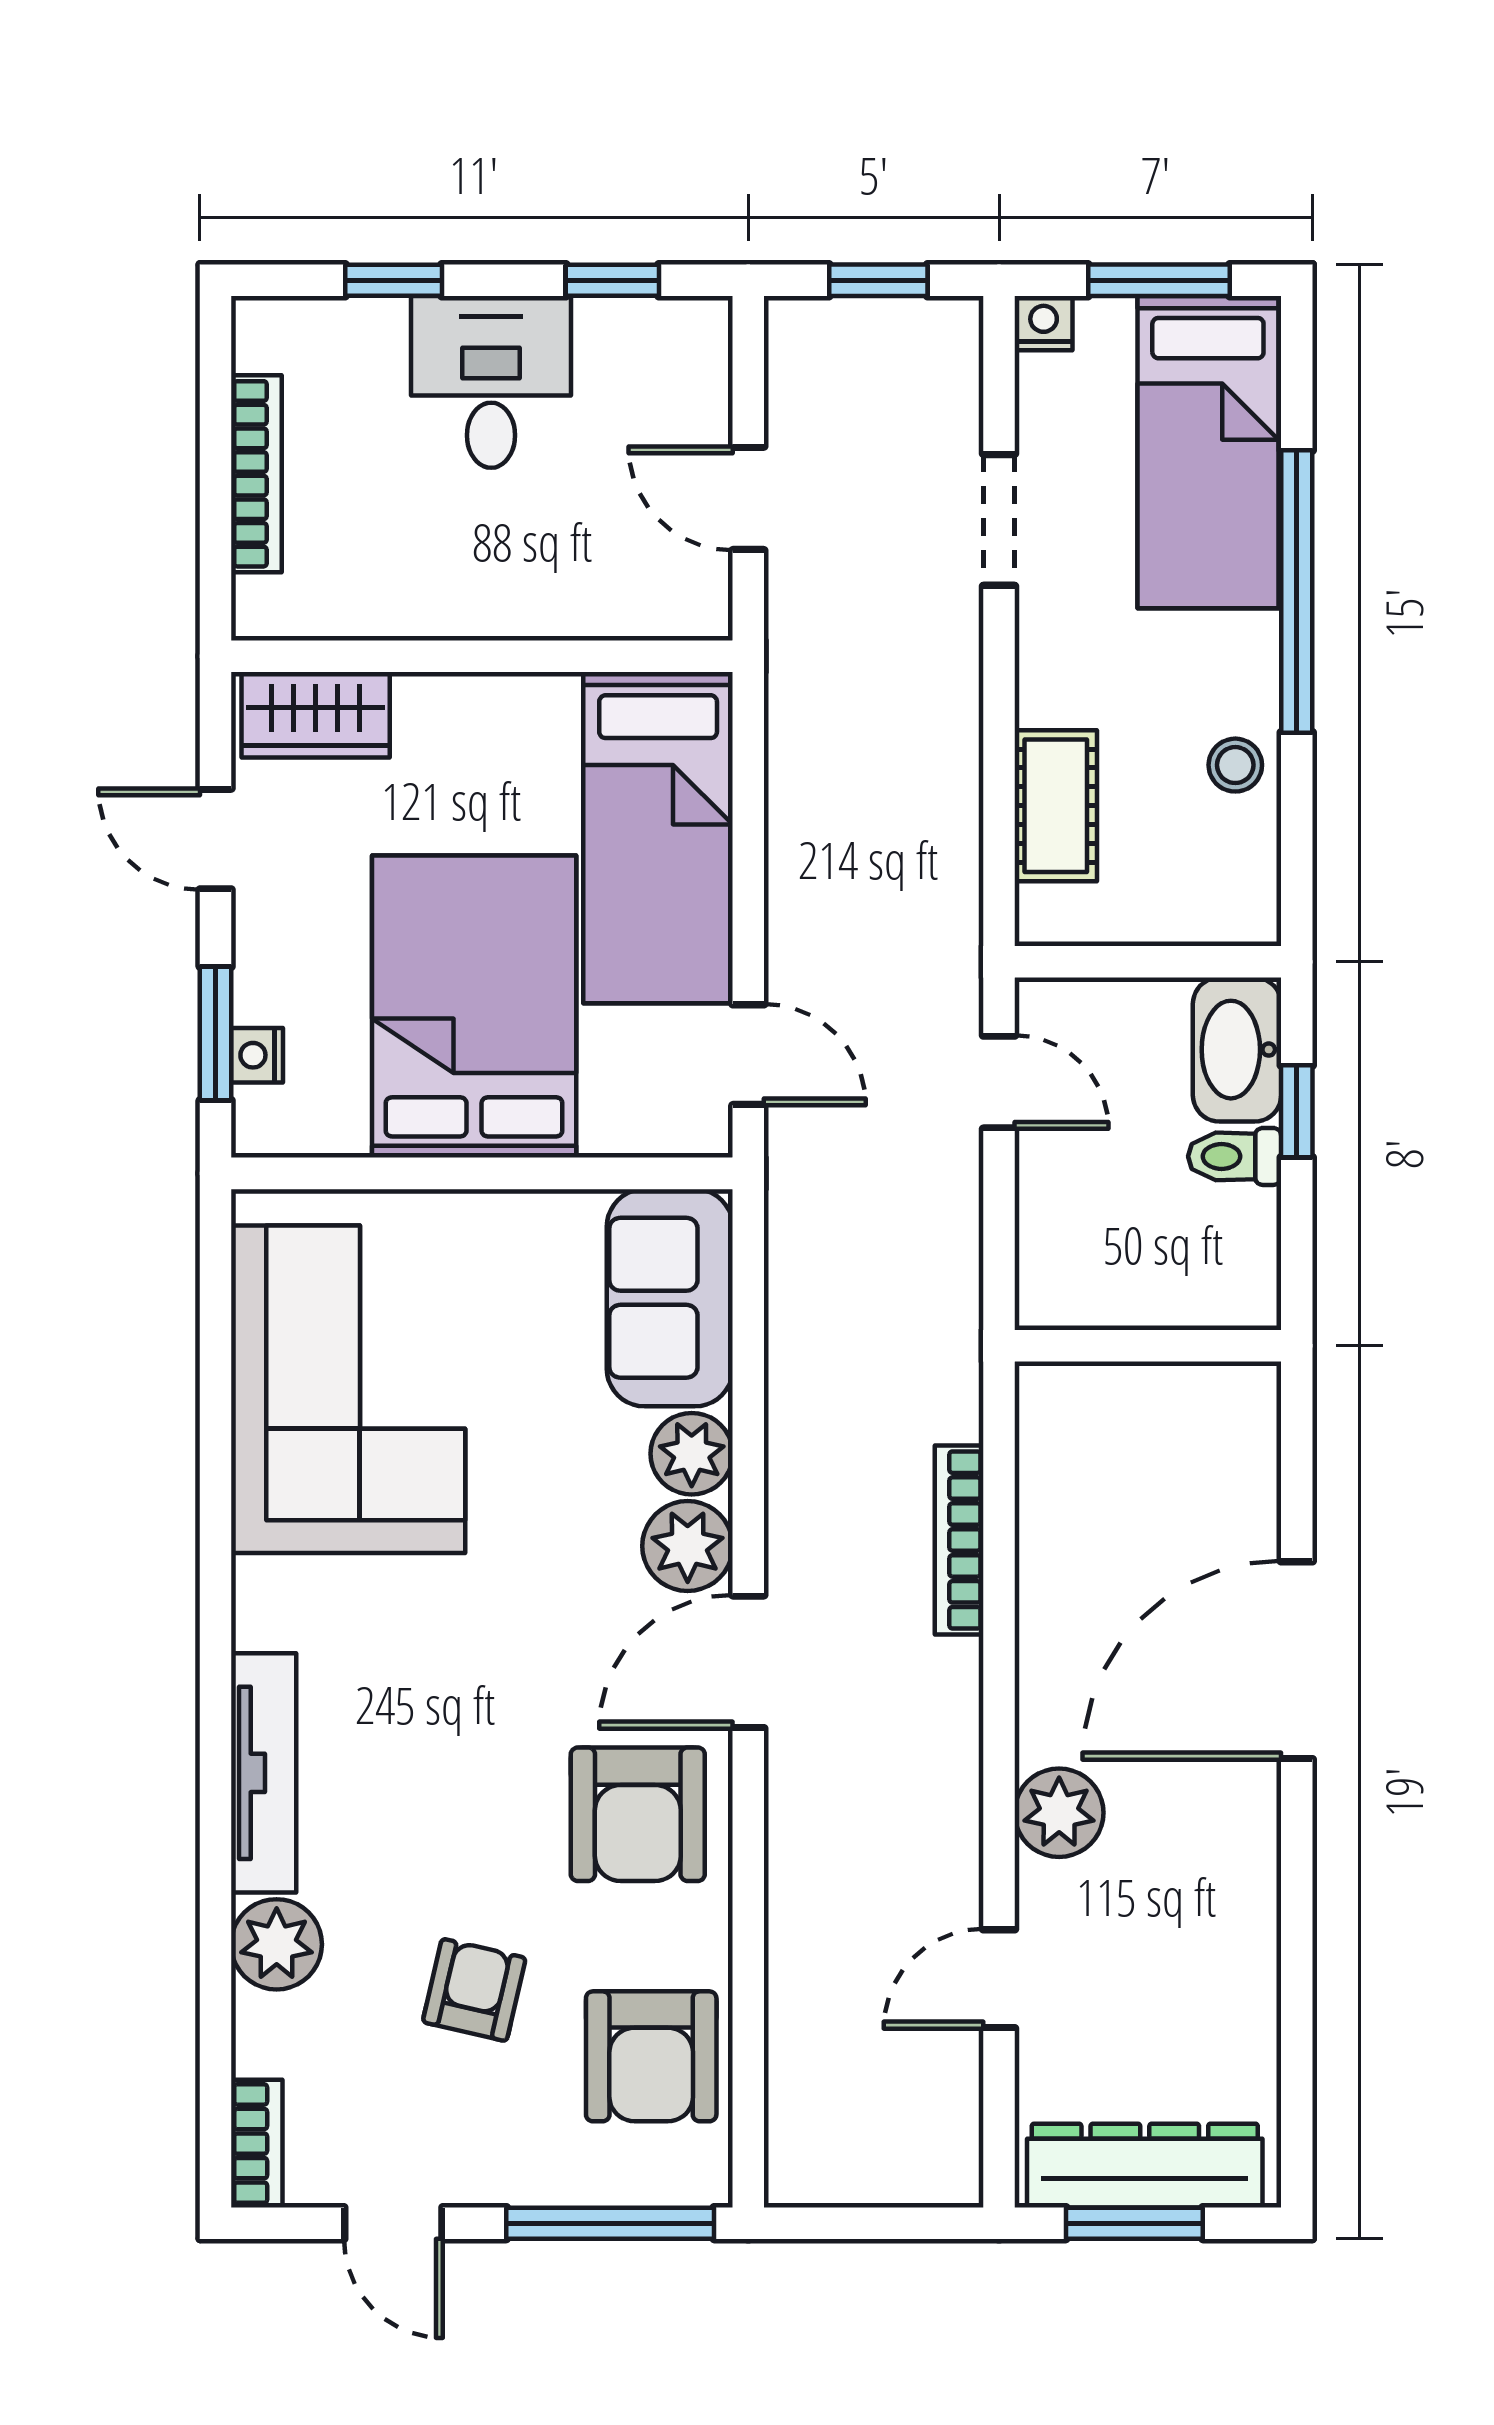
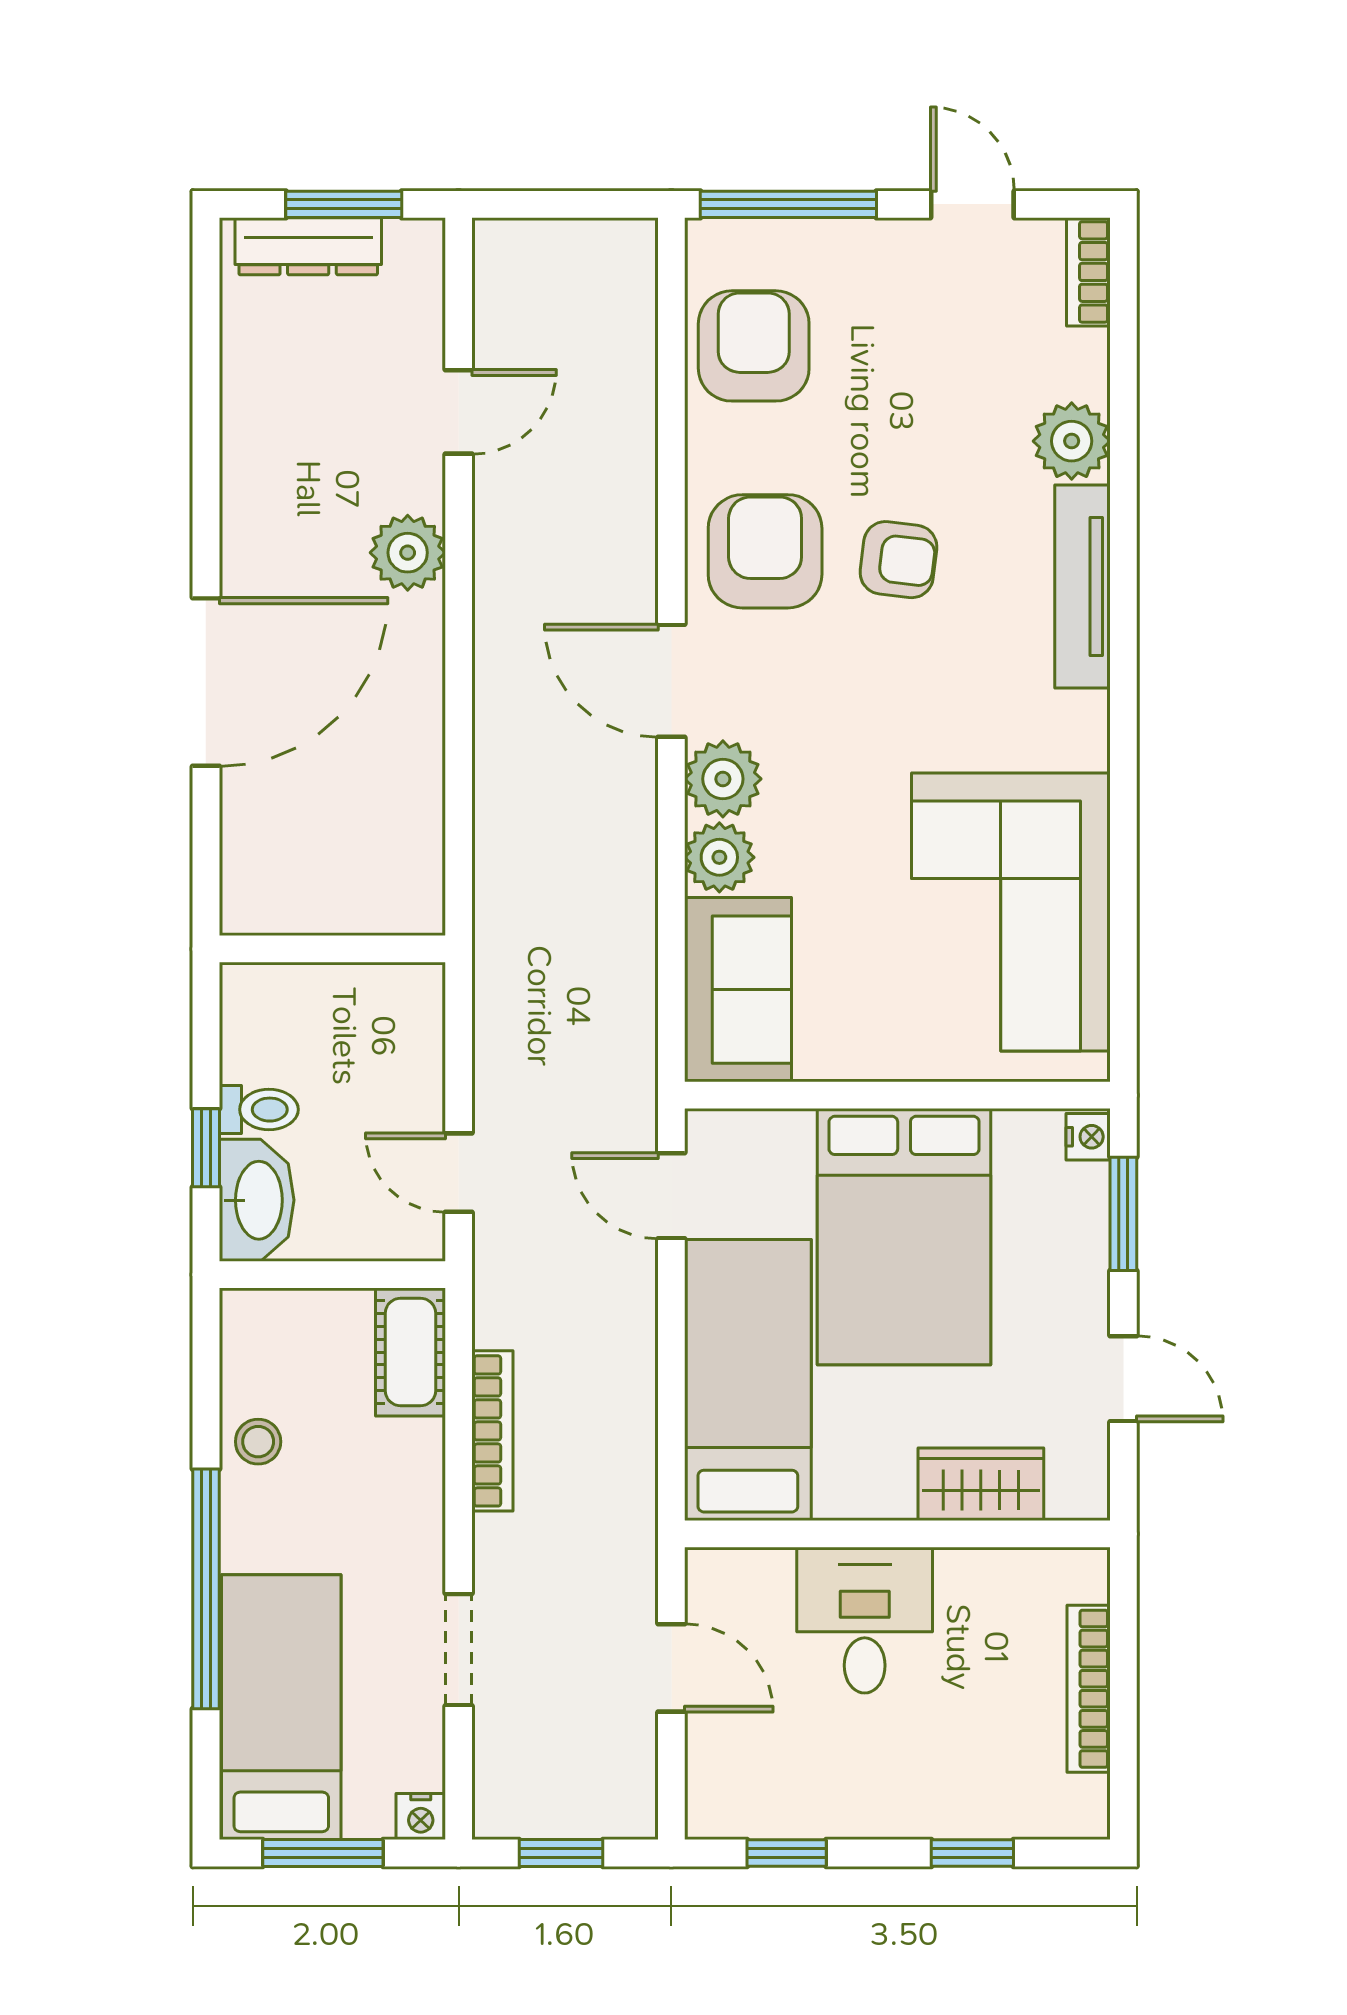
desk: (491, 382) -> (865, 1620), moved, turned 180
wardrobe: (316, 715) -> (981, 1484), moved
cot: (1056, 806) -> (410, 1352), moved
nightstand: (257, 1055) -> (1088, 1137), moved
bookcase: (959, 1540) -> (492, 1431), moved
door: (748, 1662) -> (671, 681), swing flipped
armchair: (474, 1990) -> (898, 560), moved, turned -96
dresser: (1145, 2166) -> (308, 246), width x0.73, depth x0.80

